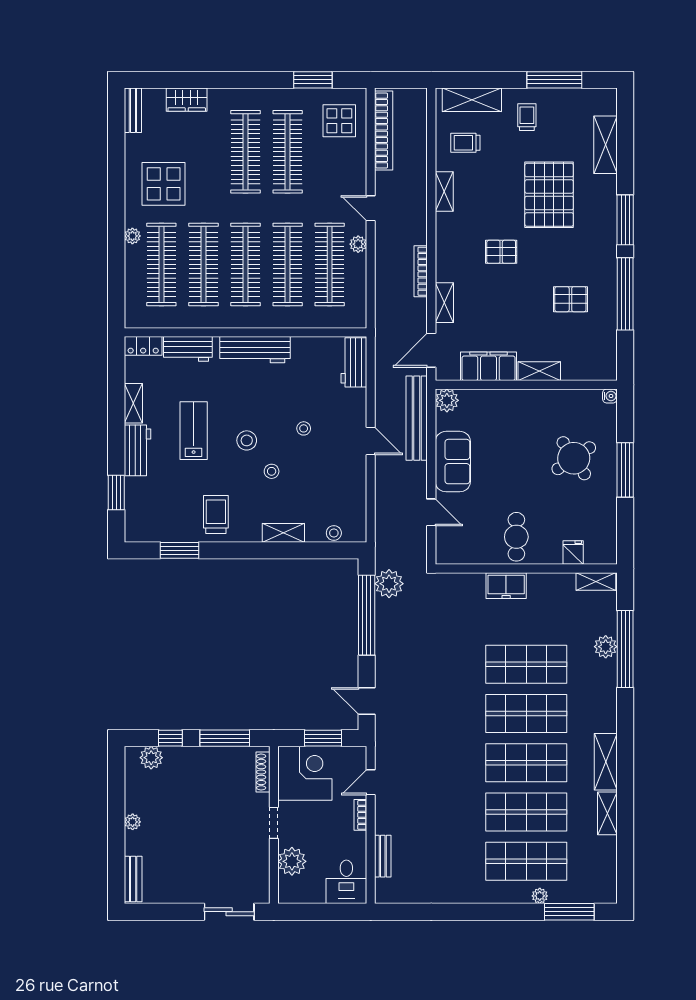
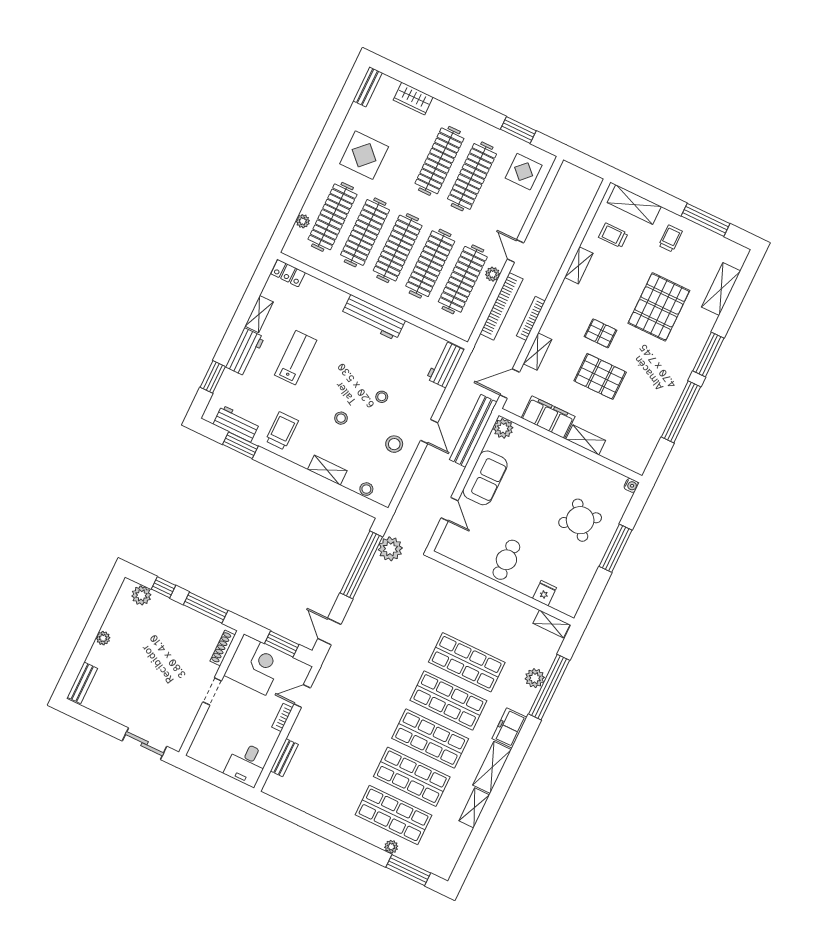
bookcase: (384, 131) -> (501, 306), moved
plant: (132, 236) -> (303, 221), moved
pallet: (570, 299) -> (600, 376), moved, width x1.50, depth x1.42
workbench: (188, 349) -> (236, 424), moved, turned 180
stool: (247, 440) -> (394, 444), moved
freezer: (506, 586) -> (509, 728), moved, turned 90
plant: (292, 861) -> (212, 728), removed

